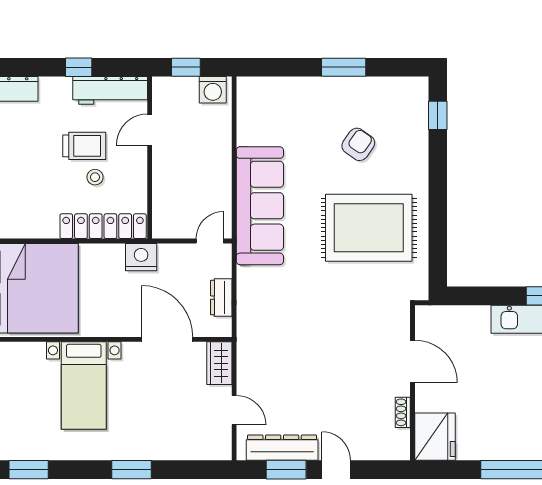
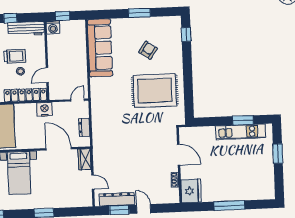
washing machine: (213, 90) -> (53, 27), moved
door: (150, 130) -> (47, 75), moved
sofa: (260, 206) -> (100, 48), moved

